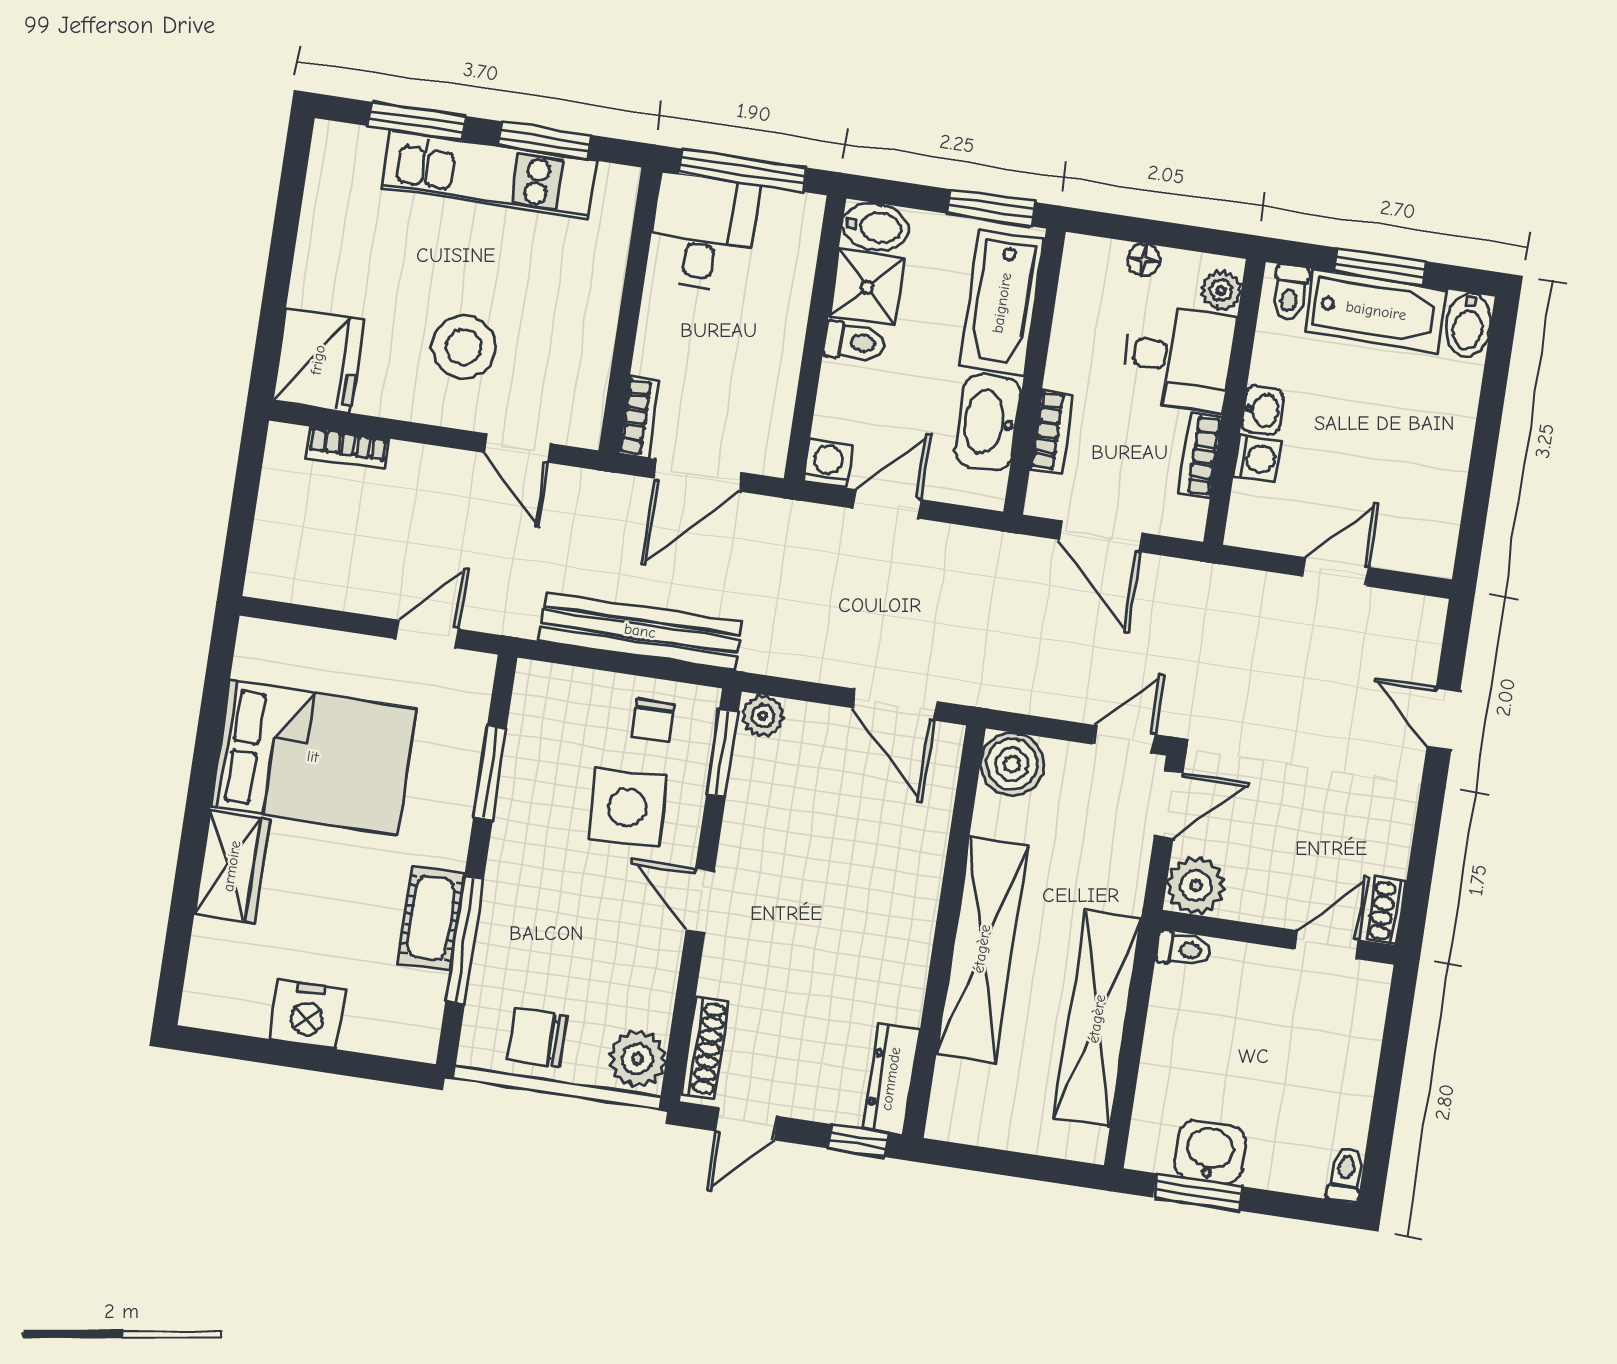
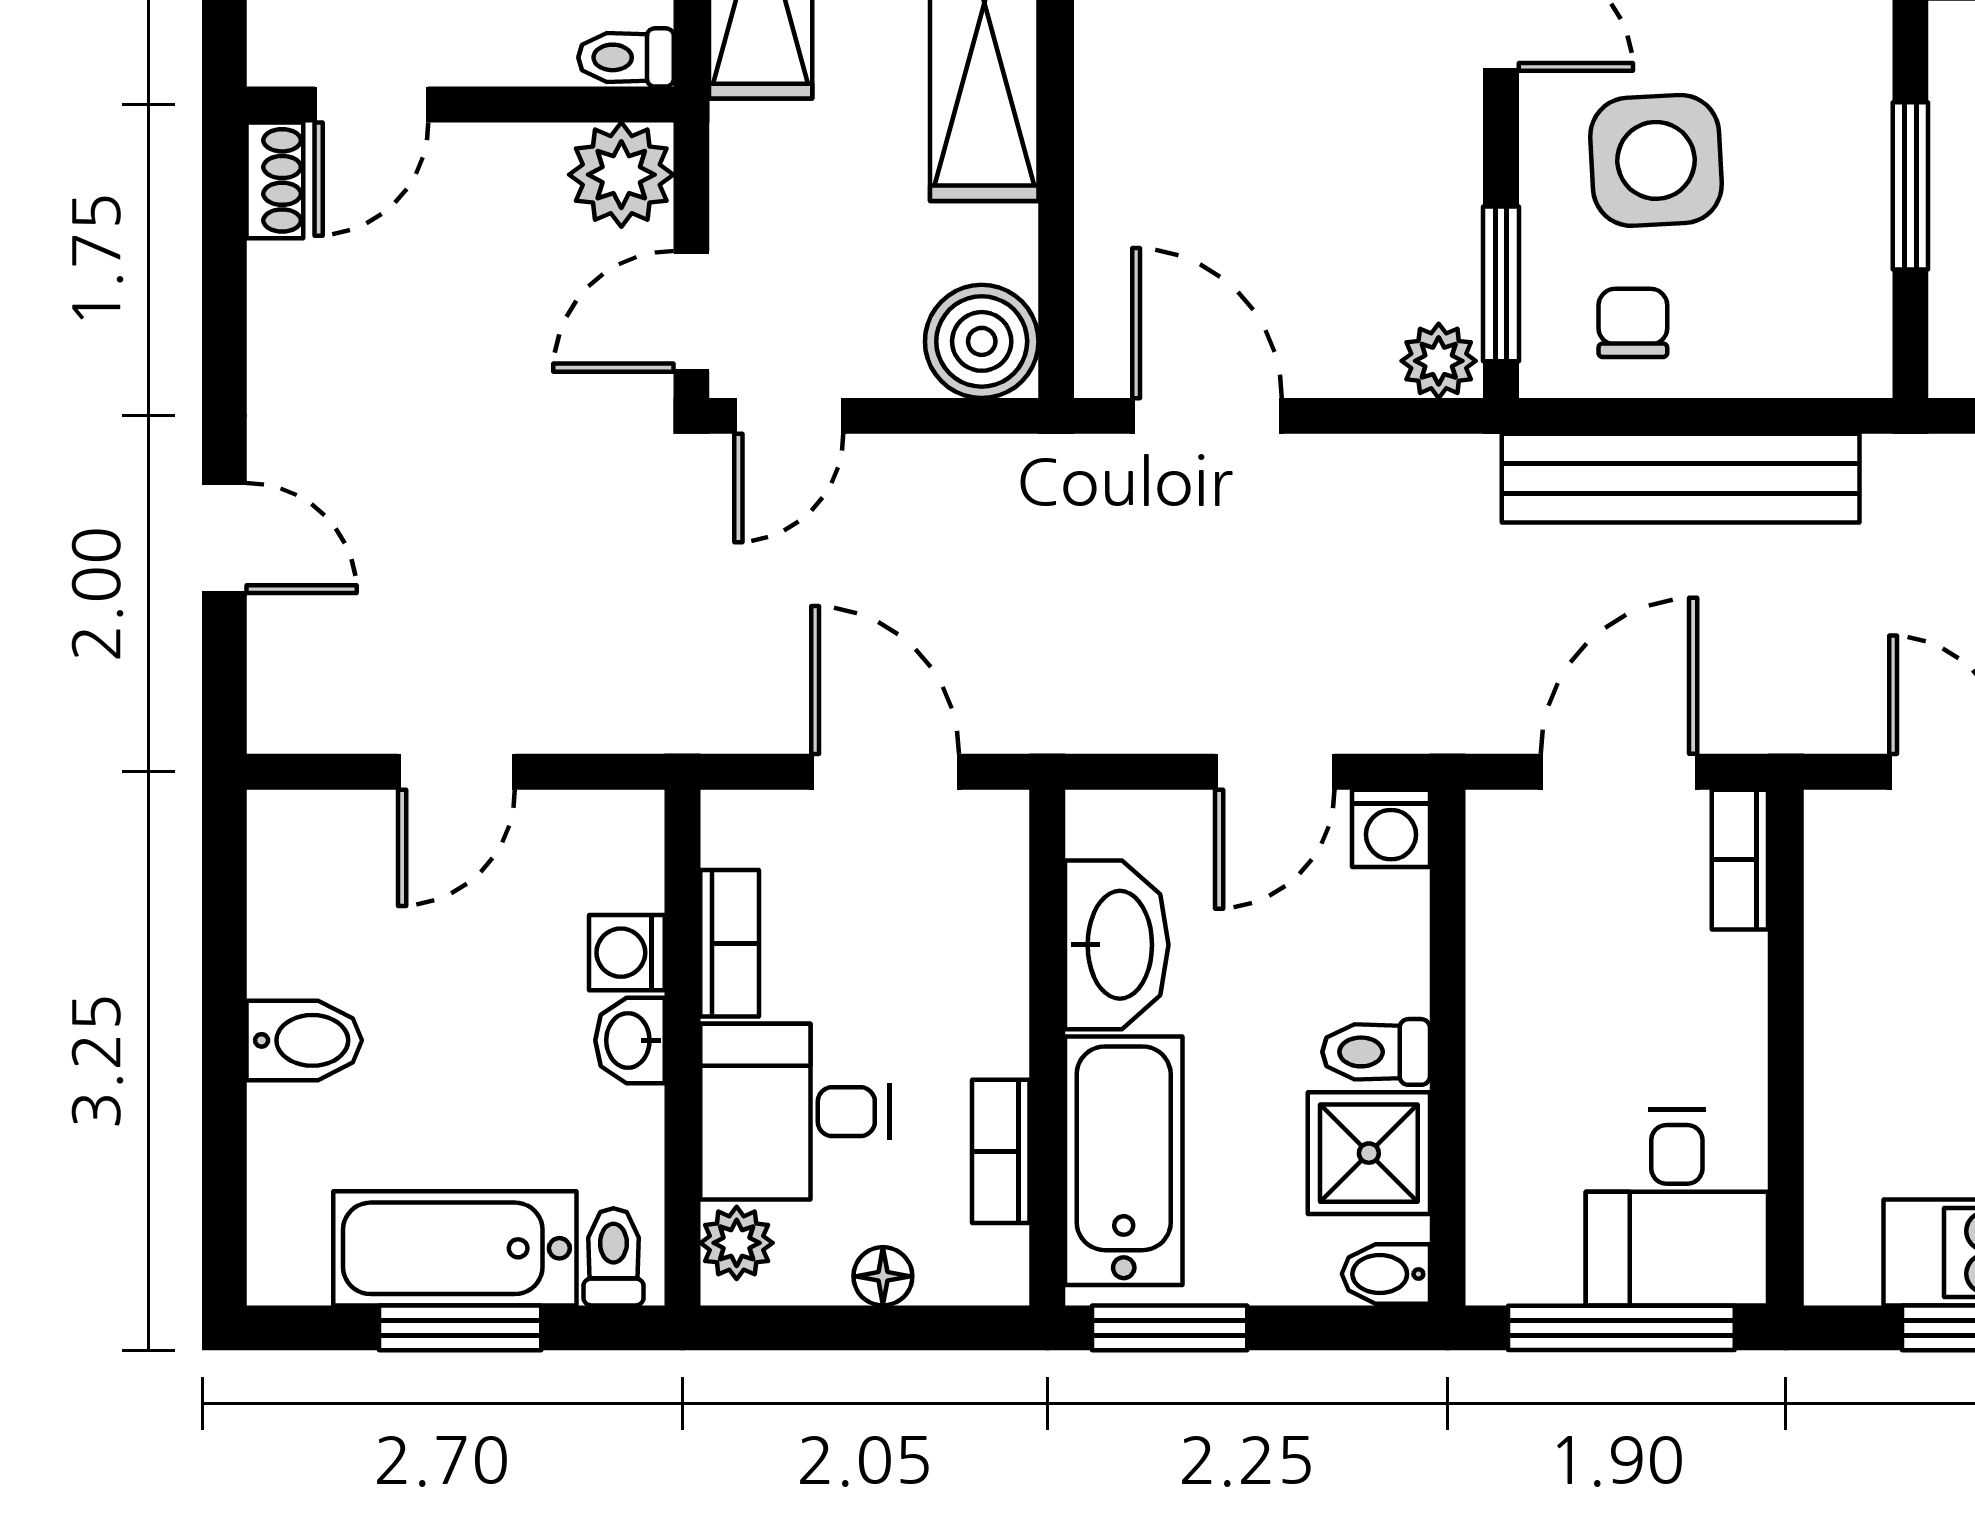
bidet: (875, 227) -> (1386, 1274), width x0.72, depth x0.74
bidet: (1468, 325) -> (304, 1040), moved, turned 90
bookcase: (1052, 431) -> (1001, 1151), moved

